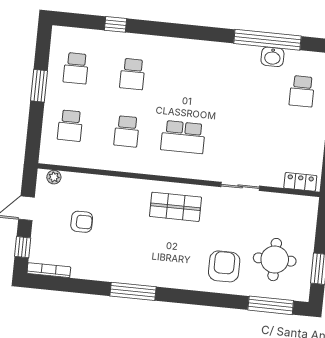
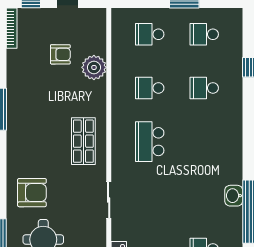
washbasin: (272, 57) -> (234, 196), moved
plant: (54, 177) -> (94, 67), moved, width x1.88, depth x1.88
armchair: (82, 222) -> (60, 54), turned -90

